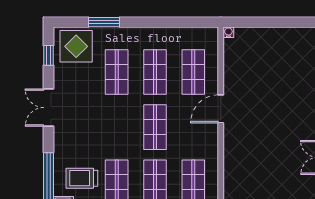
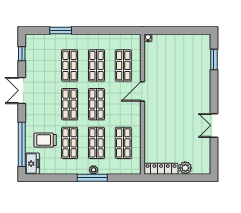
display table: (76, 46) -> (41, 47), removed
shop shelf: (117, 127) -> (70, 104), added

